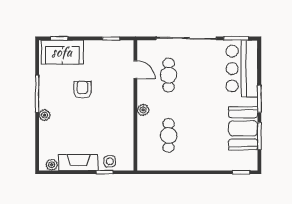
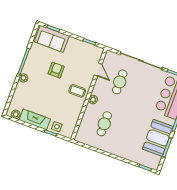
coffee table: (119, 106) -> (77, 91), added

